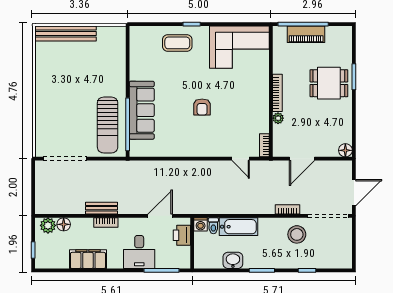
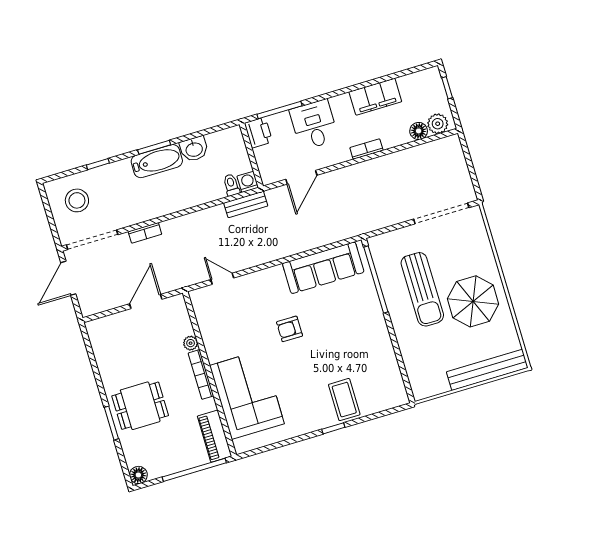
piano: (306, 34) -> (214, 436), moved, turned -90
coffee table: (177, 43) -> (344, 400), turned 90
corner sofa: (239, 47) -> (247, 395), moved, turned 90
parasol: (61, 87) -> (473, 301), added
armchair: (202, 107) -> (290, 329), turned -90
sofa: (142, 110) -> (323, 268), moved, turned -90
sun lounger: (108, 125) -> (422, 289), moved, turned 180
bookcase: (264, 145) -> (198, 304), removed
floor lamp: (345, 150) -> (138, 475), moved
bench: (102, 208) -> (246, 204), moved
bathtub: (239, 227) -> (157, 161), moved, turned 180
stool: (297, 234) -> (77, 200), moved
printer: (182, 235) -> (258, 132), moved

